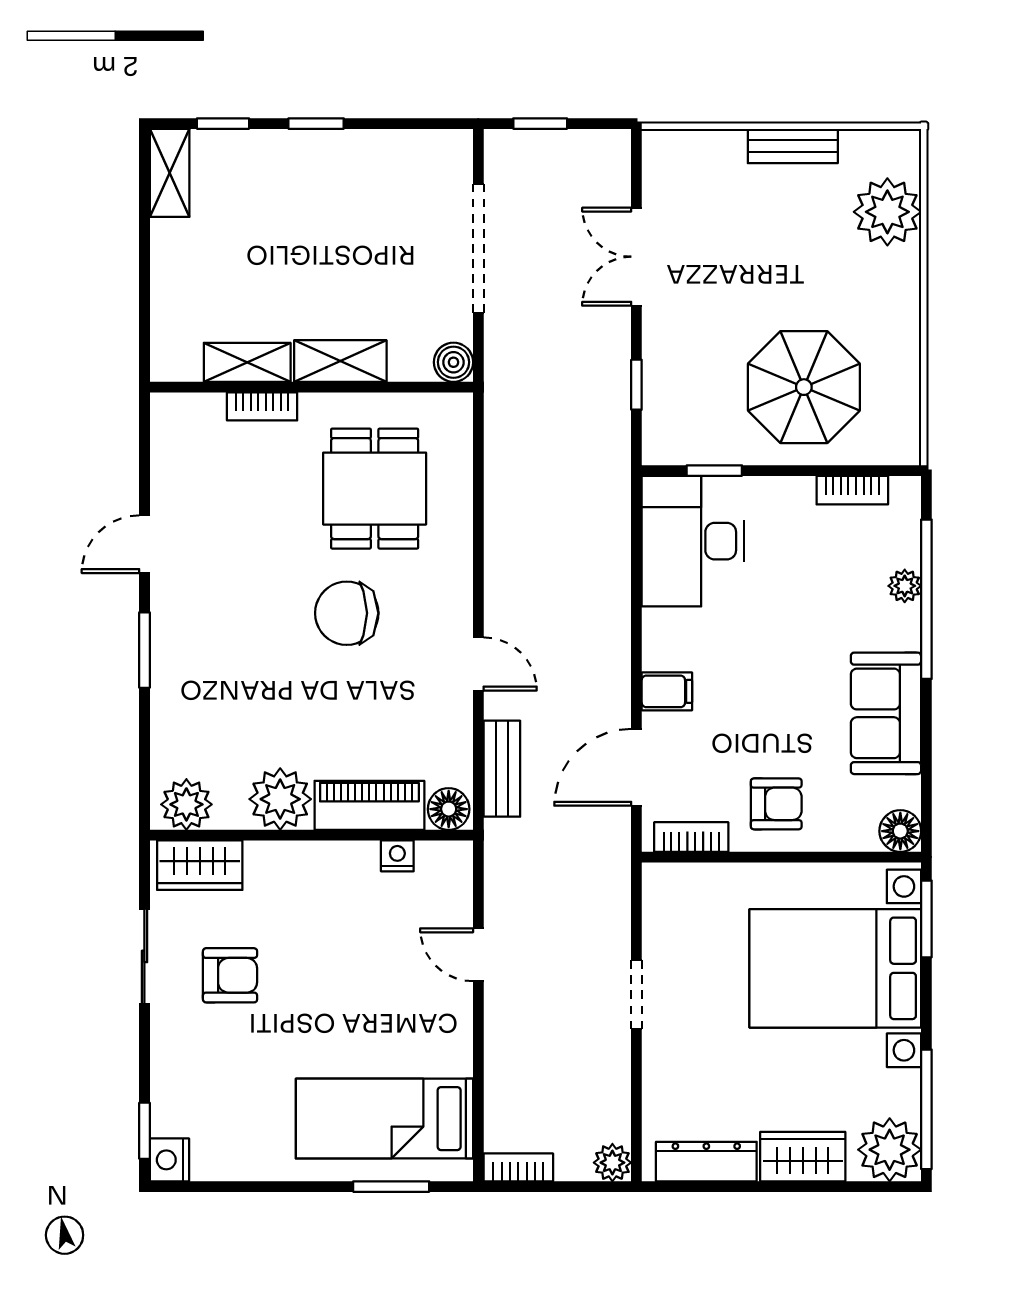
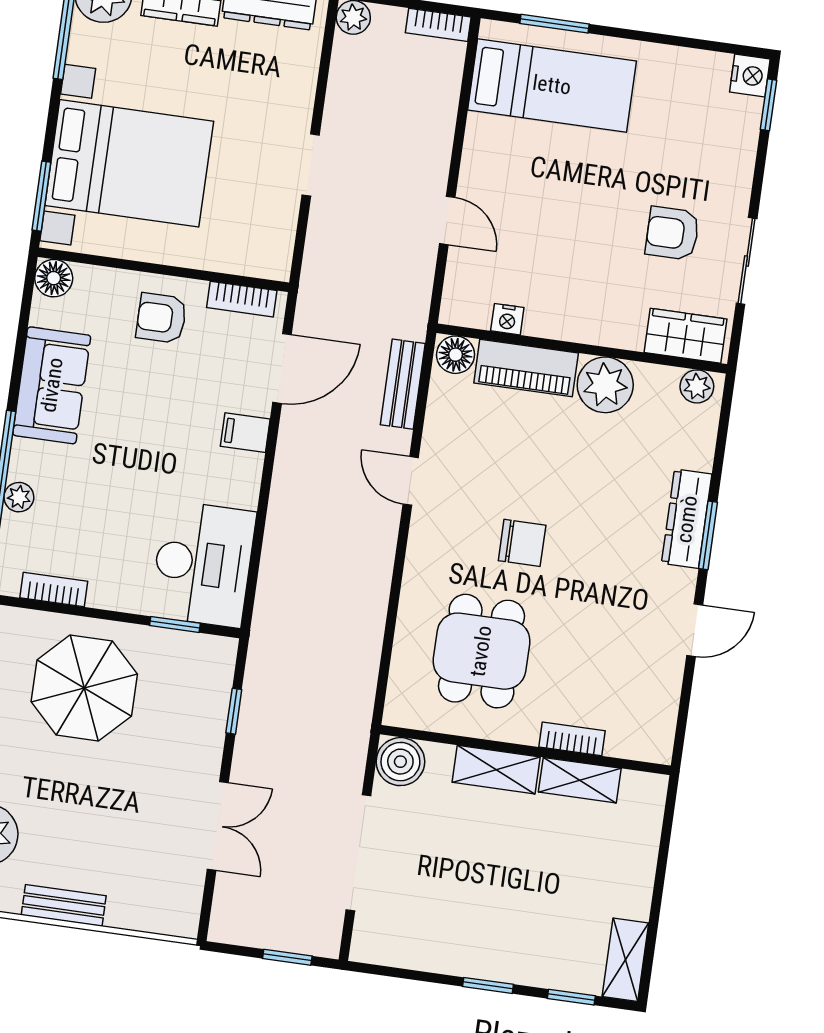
boiler: (453, 362) -> (400, 762), width x1.36, depth x1.36
chair: (347, 613) -> (522, 543), width x0.73, depth x0.73
dresser: (170, 665) -> (687, 519), added
plant: (186, 804) -> (697, 386), width x0.73, depth x0.73

